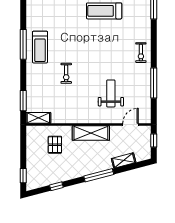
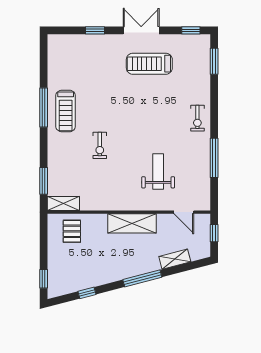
door: (131, 125) -> (184, 212), swing flipped
pallet: (55, 145) -> (72, 231), moved

